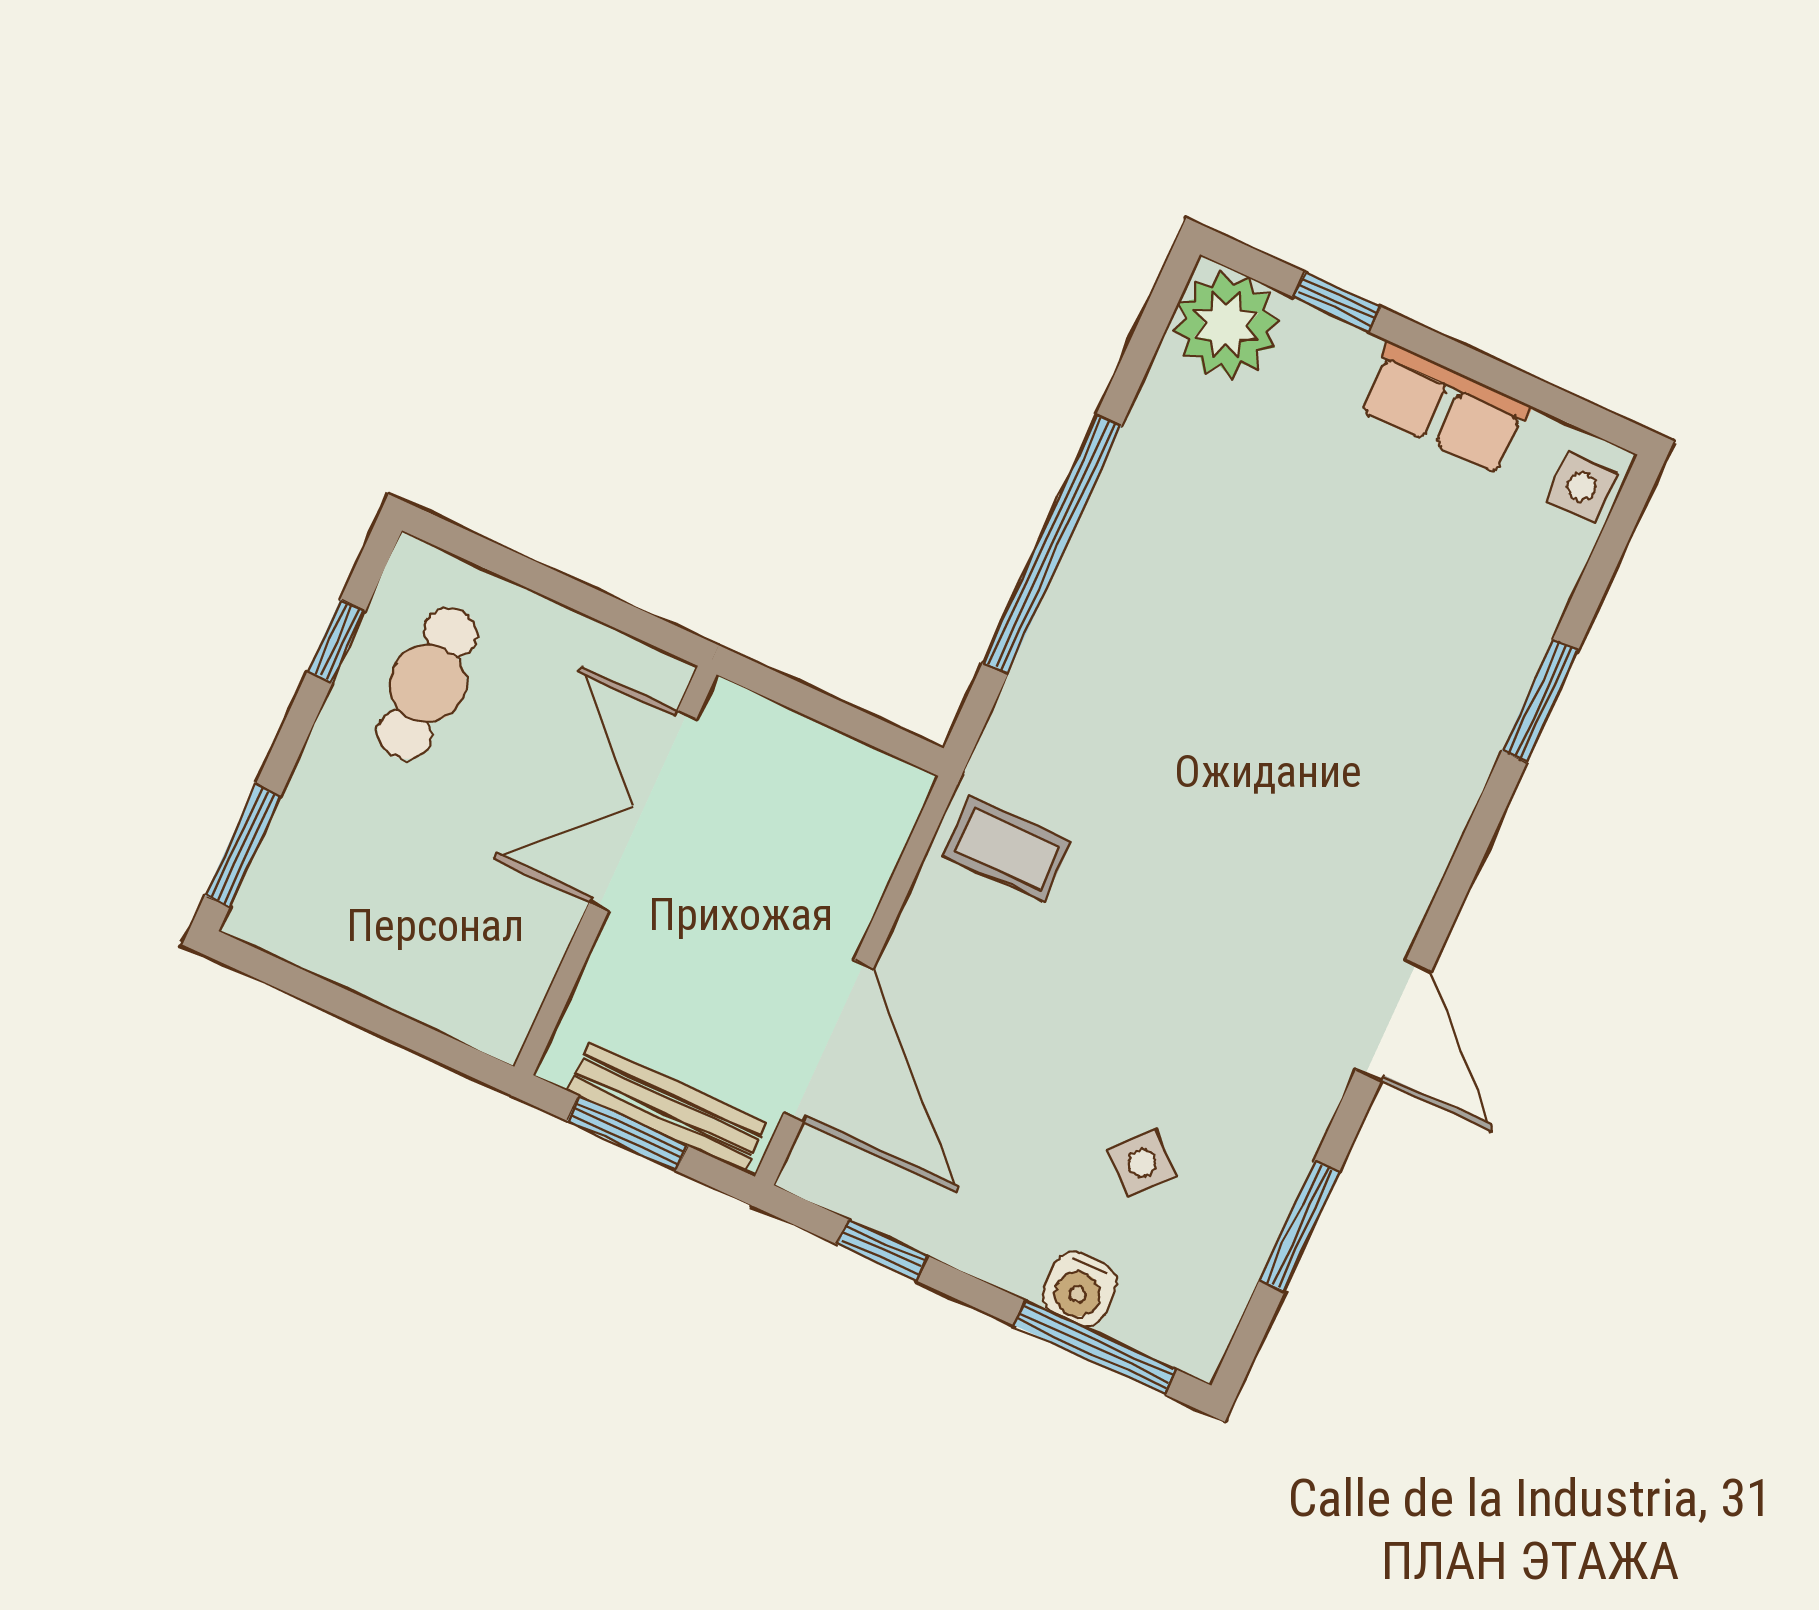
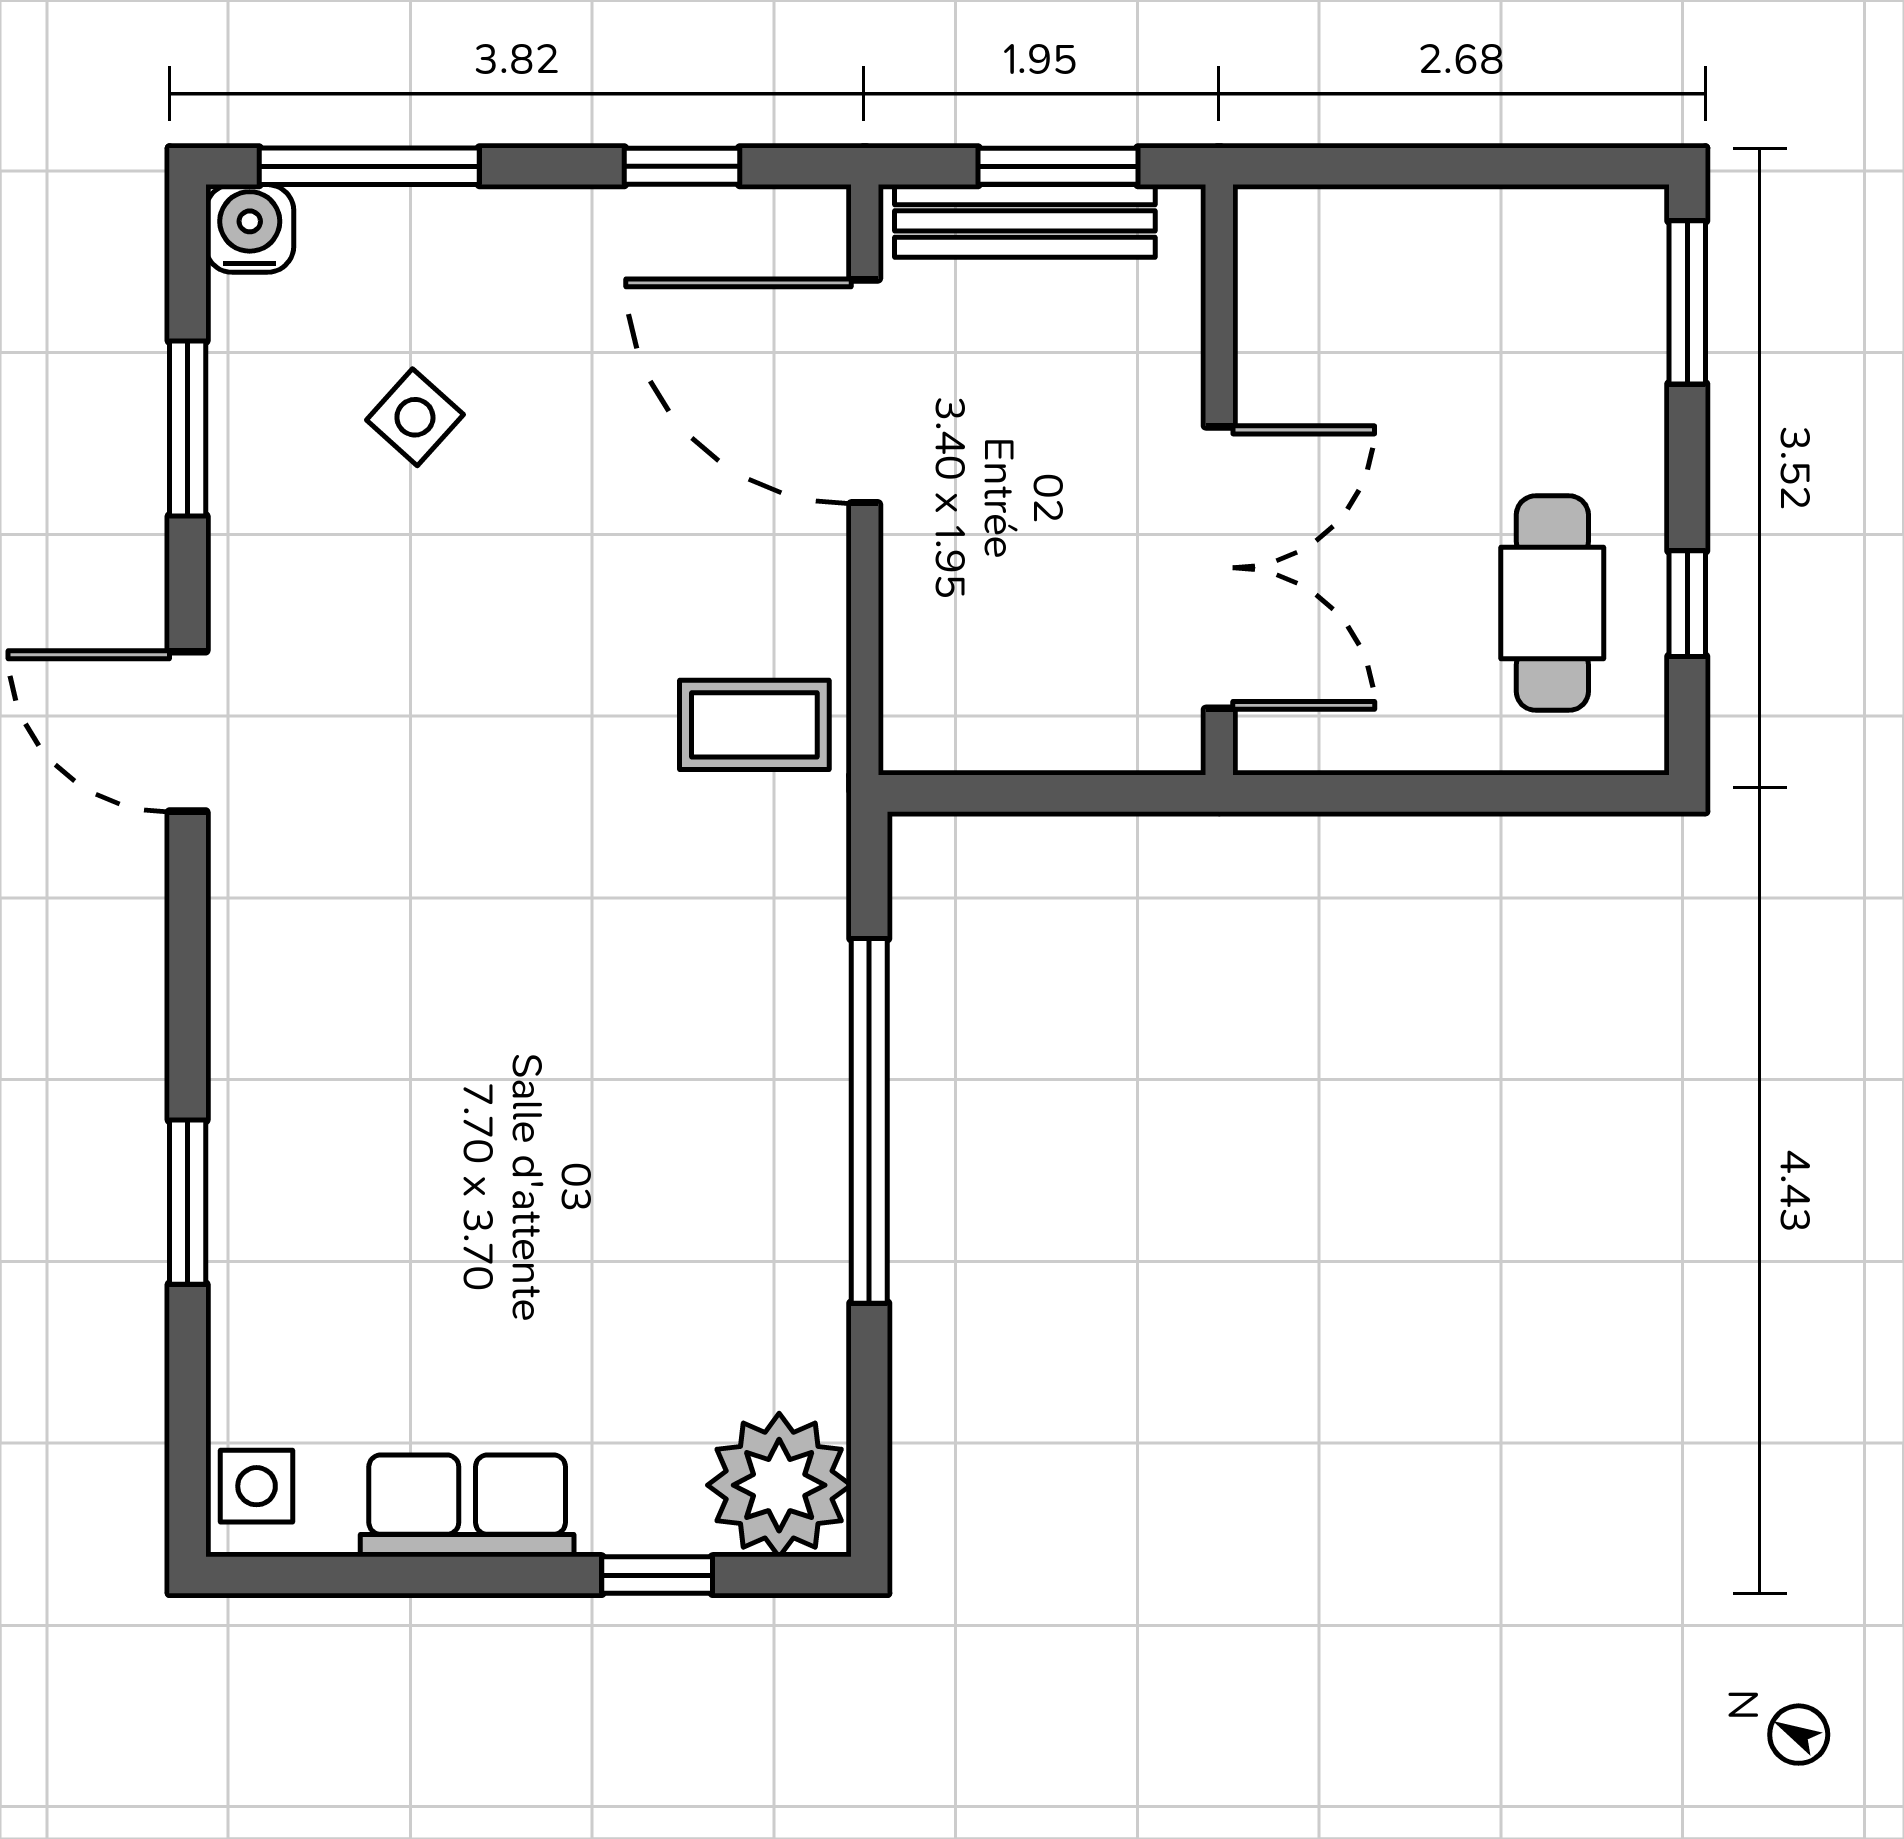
water cooler: (1080, 1289) -> (250, 228), moved

